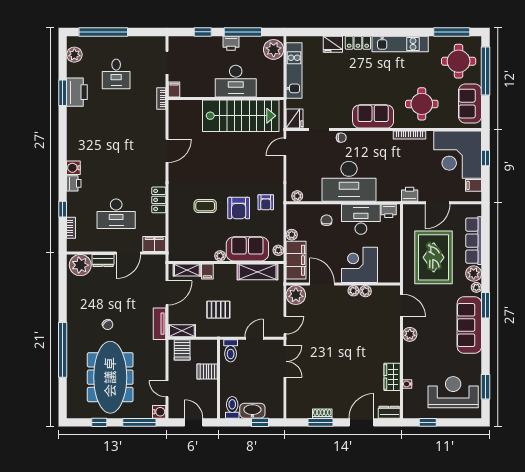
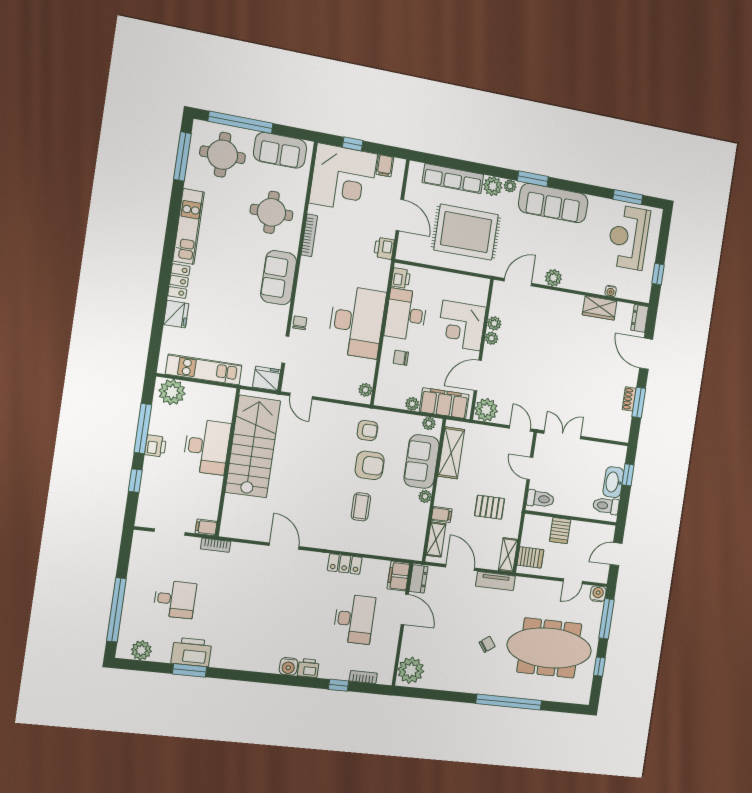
dresser: (103, 260) -> (418, 579), moved
pallet: (218, 310) -> (490, 507), turned 90

